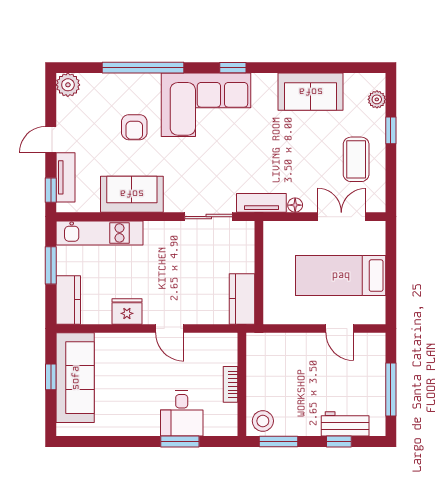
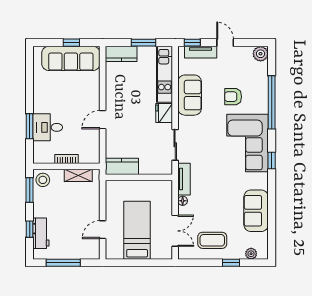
fridge: (127, 311) -> (164, 113), moved, turned 180
shelving: (256, 366) -> (78, 175), added

